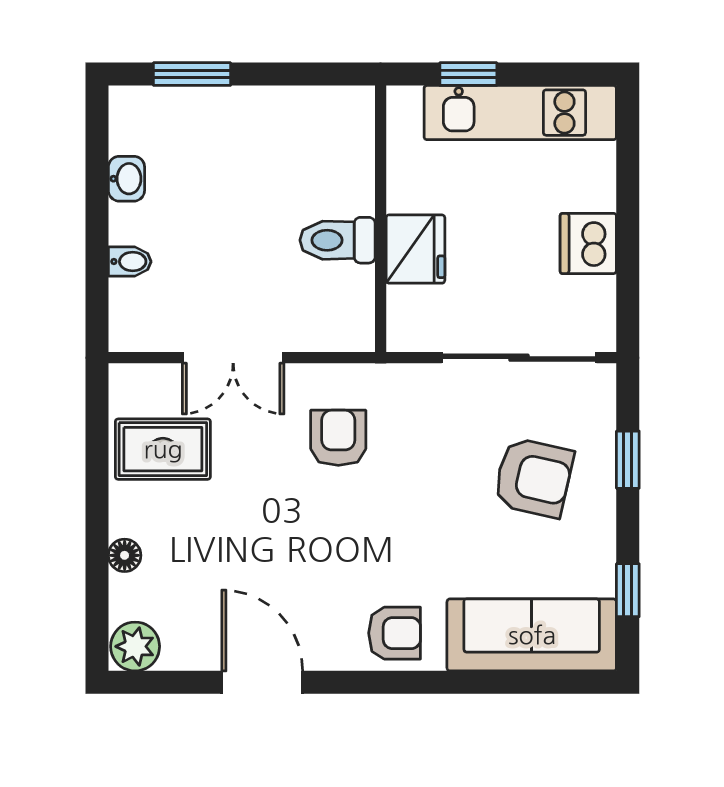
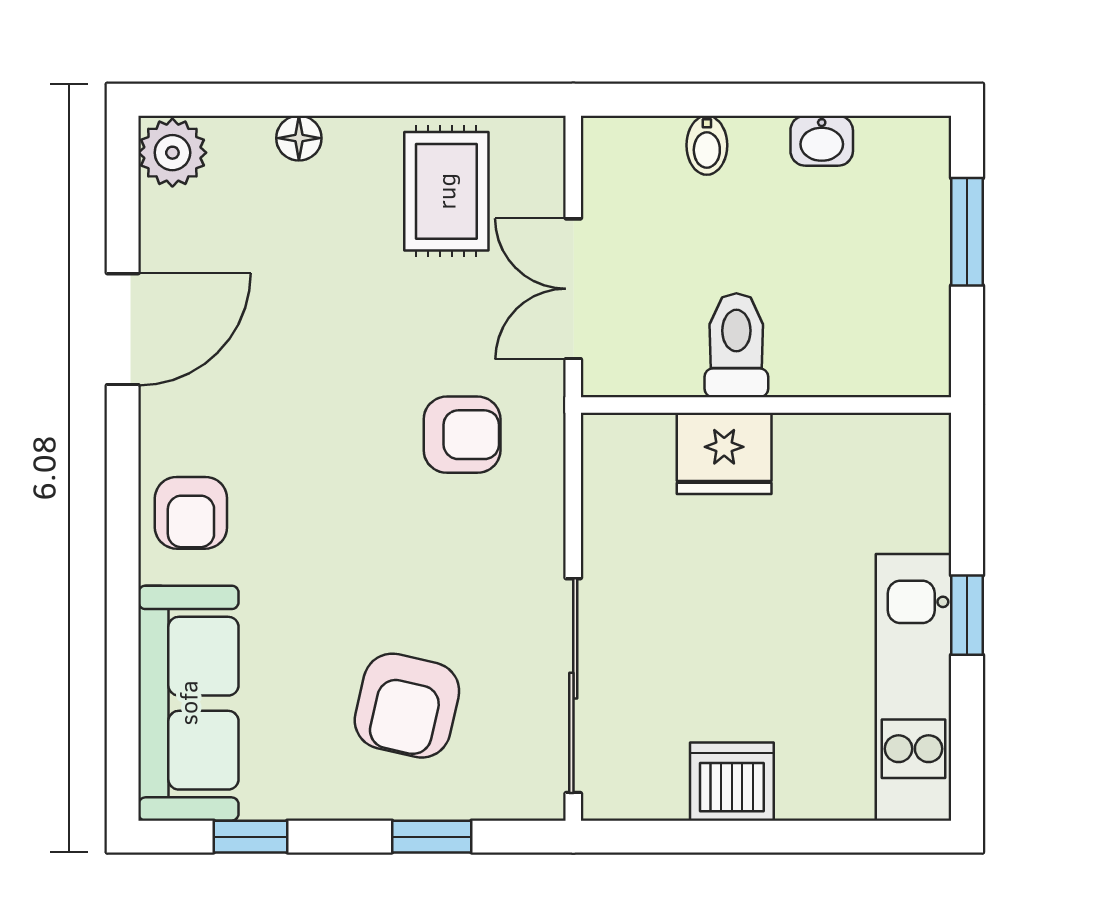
wall: (381, 219) -> (766, 405), moved
toilet: (338, 240) -> (736, 345), moved
fridge: (415, 249) -> (724, 453), moved

